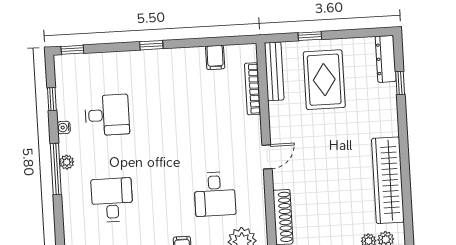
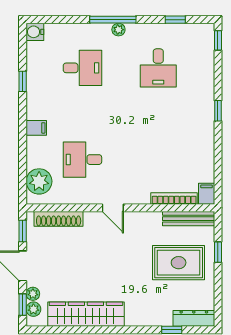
filing cabinet: (215, 57) -> (207, 194), moved, turned 90
water cooler: (64, 127) -> (149, 29), removed

